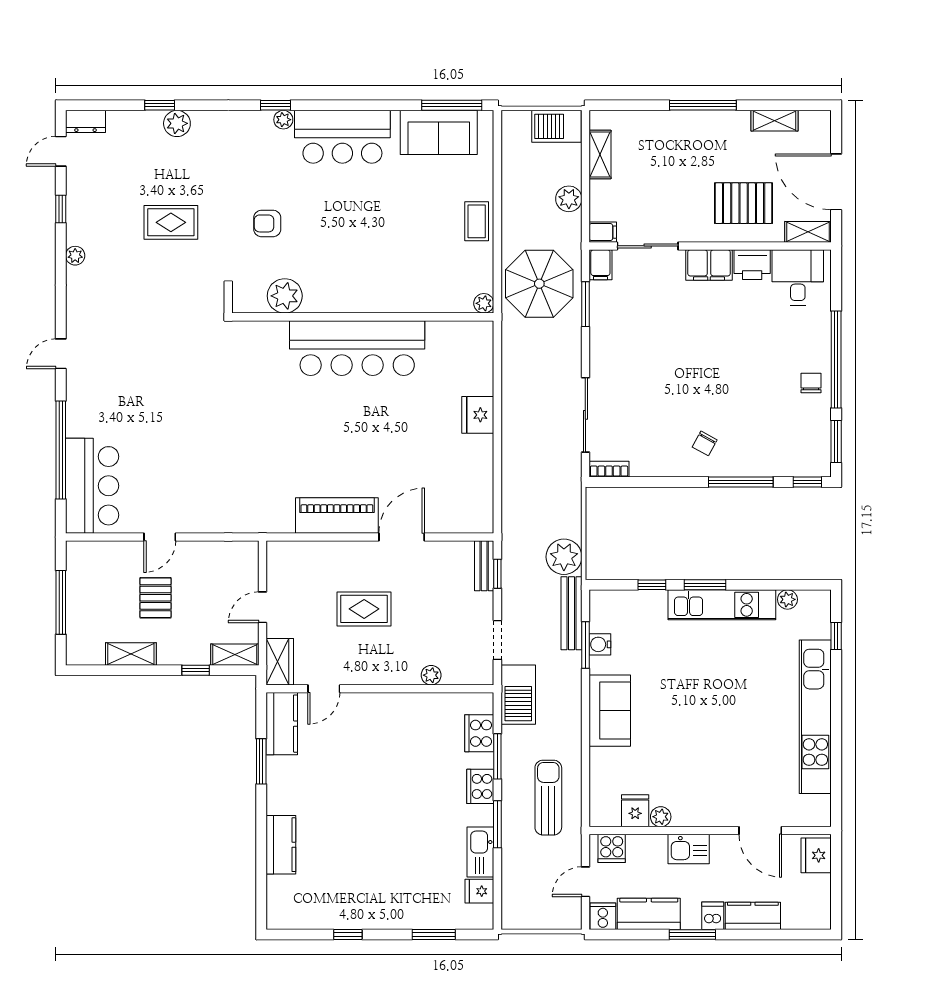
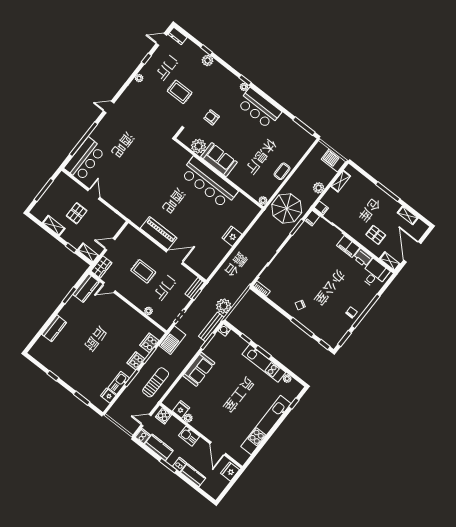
sofa: (439, 132) -> (219, 160), moved, turned 180
pallet: (744, 203) -> (376, 235), width x0.67, depth x0.71
door: (160, 537) -> (94, 194), swing flipped
water cooler: (600, 644) -> (224, 330), moved

